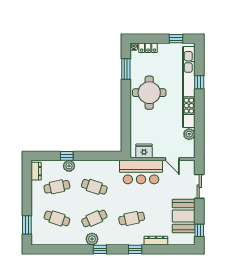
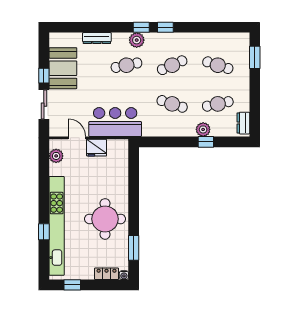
plant: (189, 134) -> (56, 156), moved
fridge: (144, 151) -> (97, 148), moved
window: (199, 230) -> (44, 76), moved
plant: (92, 239) -> (137, 40), moved
window: (135, 249) -> (141, 27), moved

